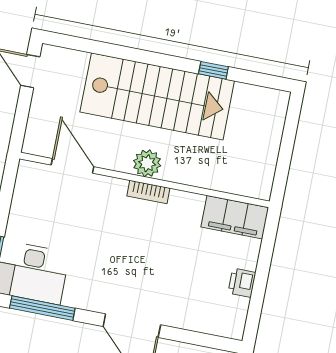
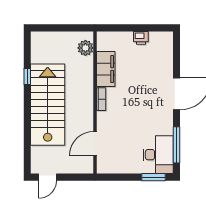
plant: (147, 163) -> (85, 48), moved
filing cabinet: (235, 217) -> (106, 69), moved

